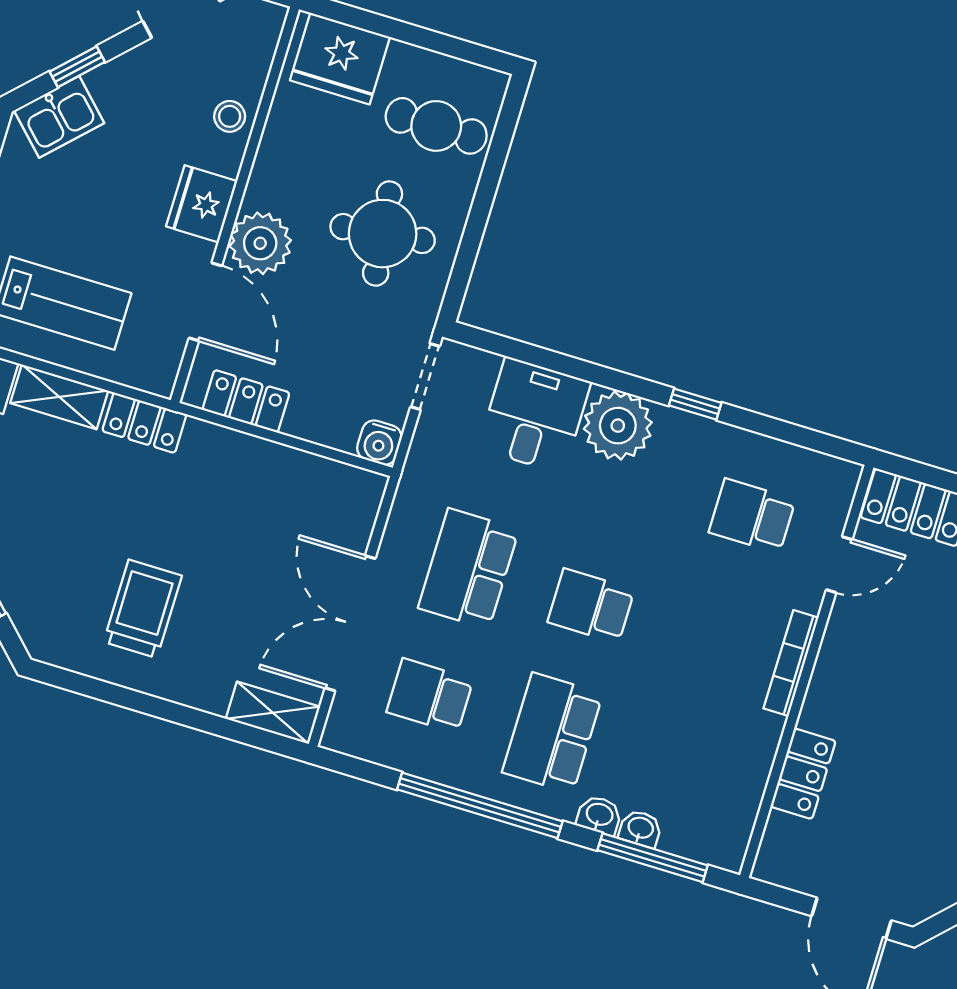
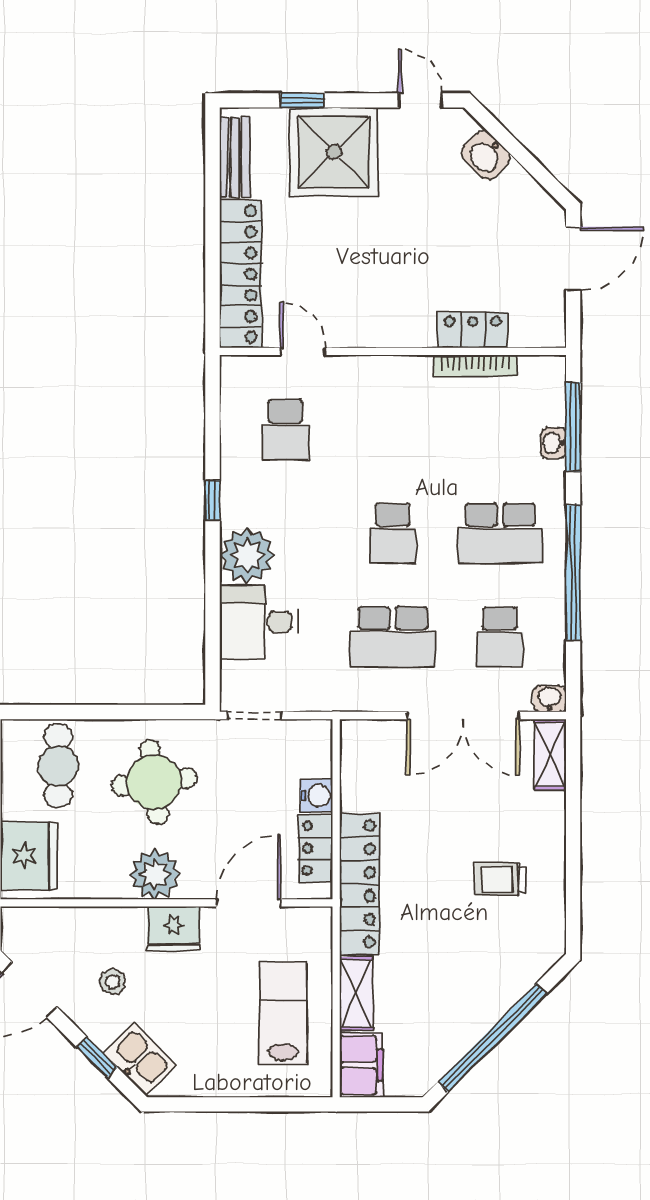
stool: (230, 116) -> (112, 982), moved
plant: (260, 243) -> (155, 874), moved
locker: (144, 423) -> (360, 884), width x2.16, depth x1.21
water cooler: (379, 443) -> (316, 795), moved
trolley: (143, 609) -> (500, 879), width x0.73, depth x0.72
bookcase: (791, 663) -> (475, 366), moved
washbasin: (599, 815) -> (550, 699), moved, turned 90

